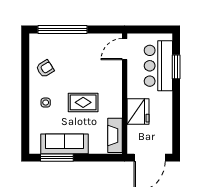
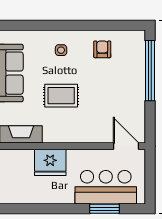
armchair: (45, 69) -> (102, 49), turned -148
rug: (83, 102) -> (61, 96), turned 90

